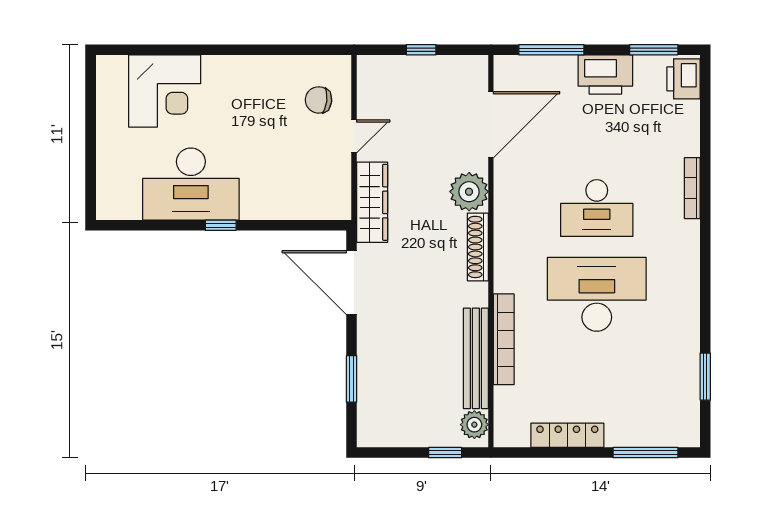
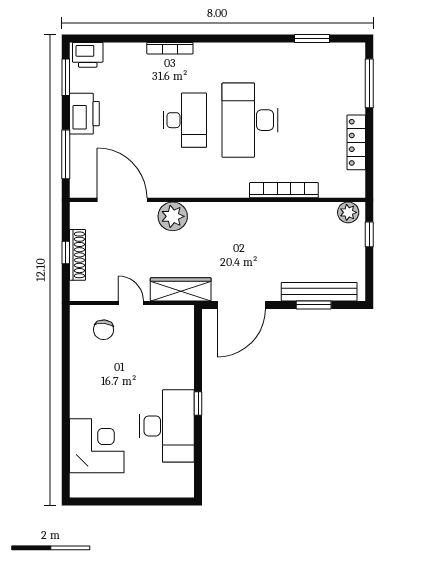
shoe rack: (478, 247) -> (77, 255), moved, turned -90
bench: (476, 358) -> (319, 292), moved

